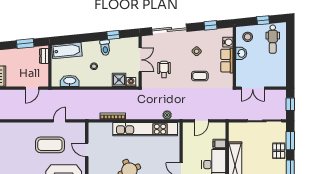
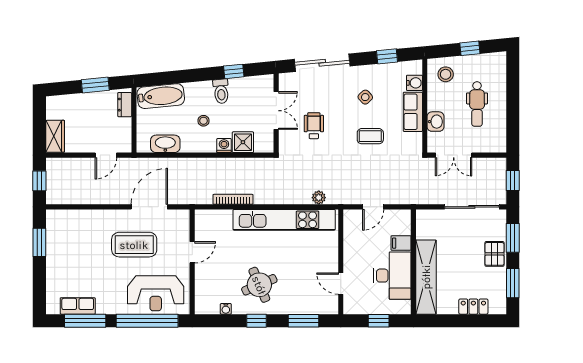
dental chair: (273, 39) -> (477, 104), moved
washbasin: (241, 53) -> (436, 122), moved
washing machine: (131, 82) -> (224, 146), moved
door: (60, 121) -> (149, 207), width x1.88
door: (87, 150) -> (192, 252), swing flipped

